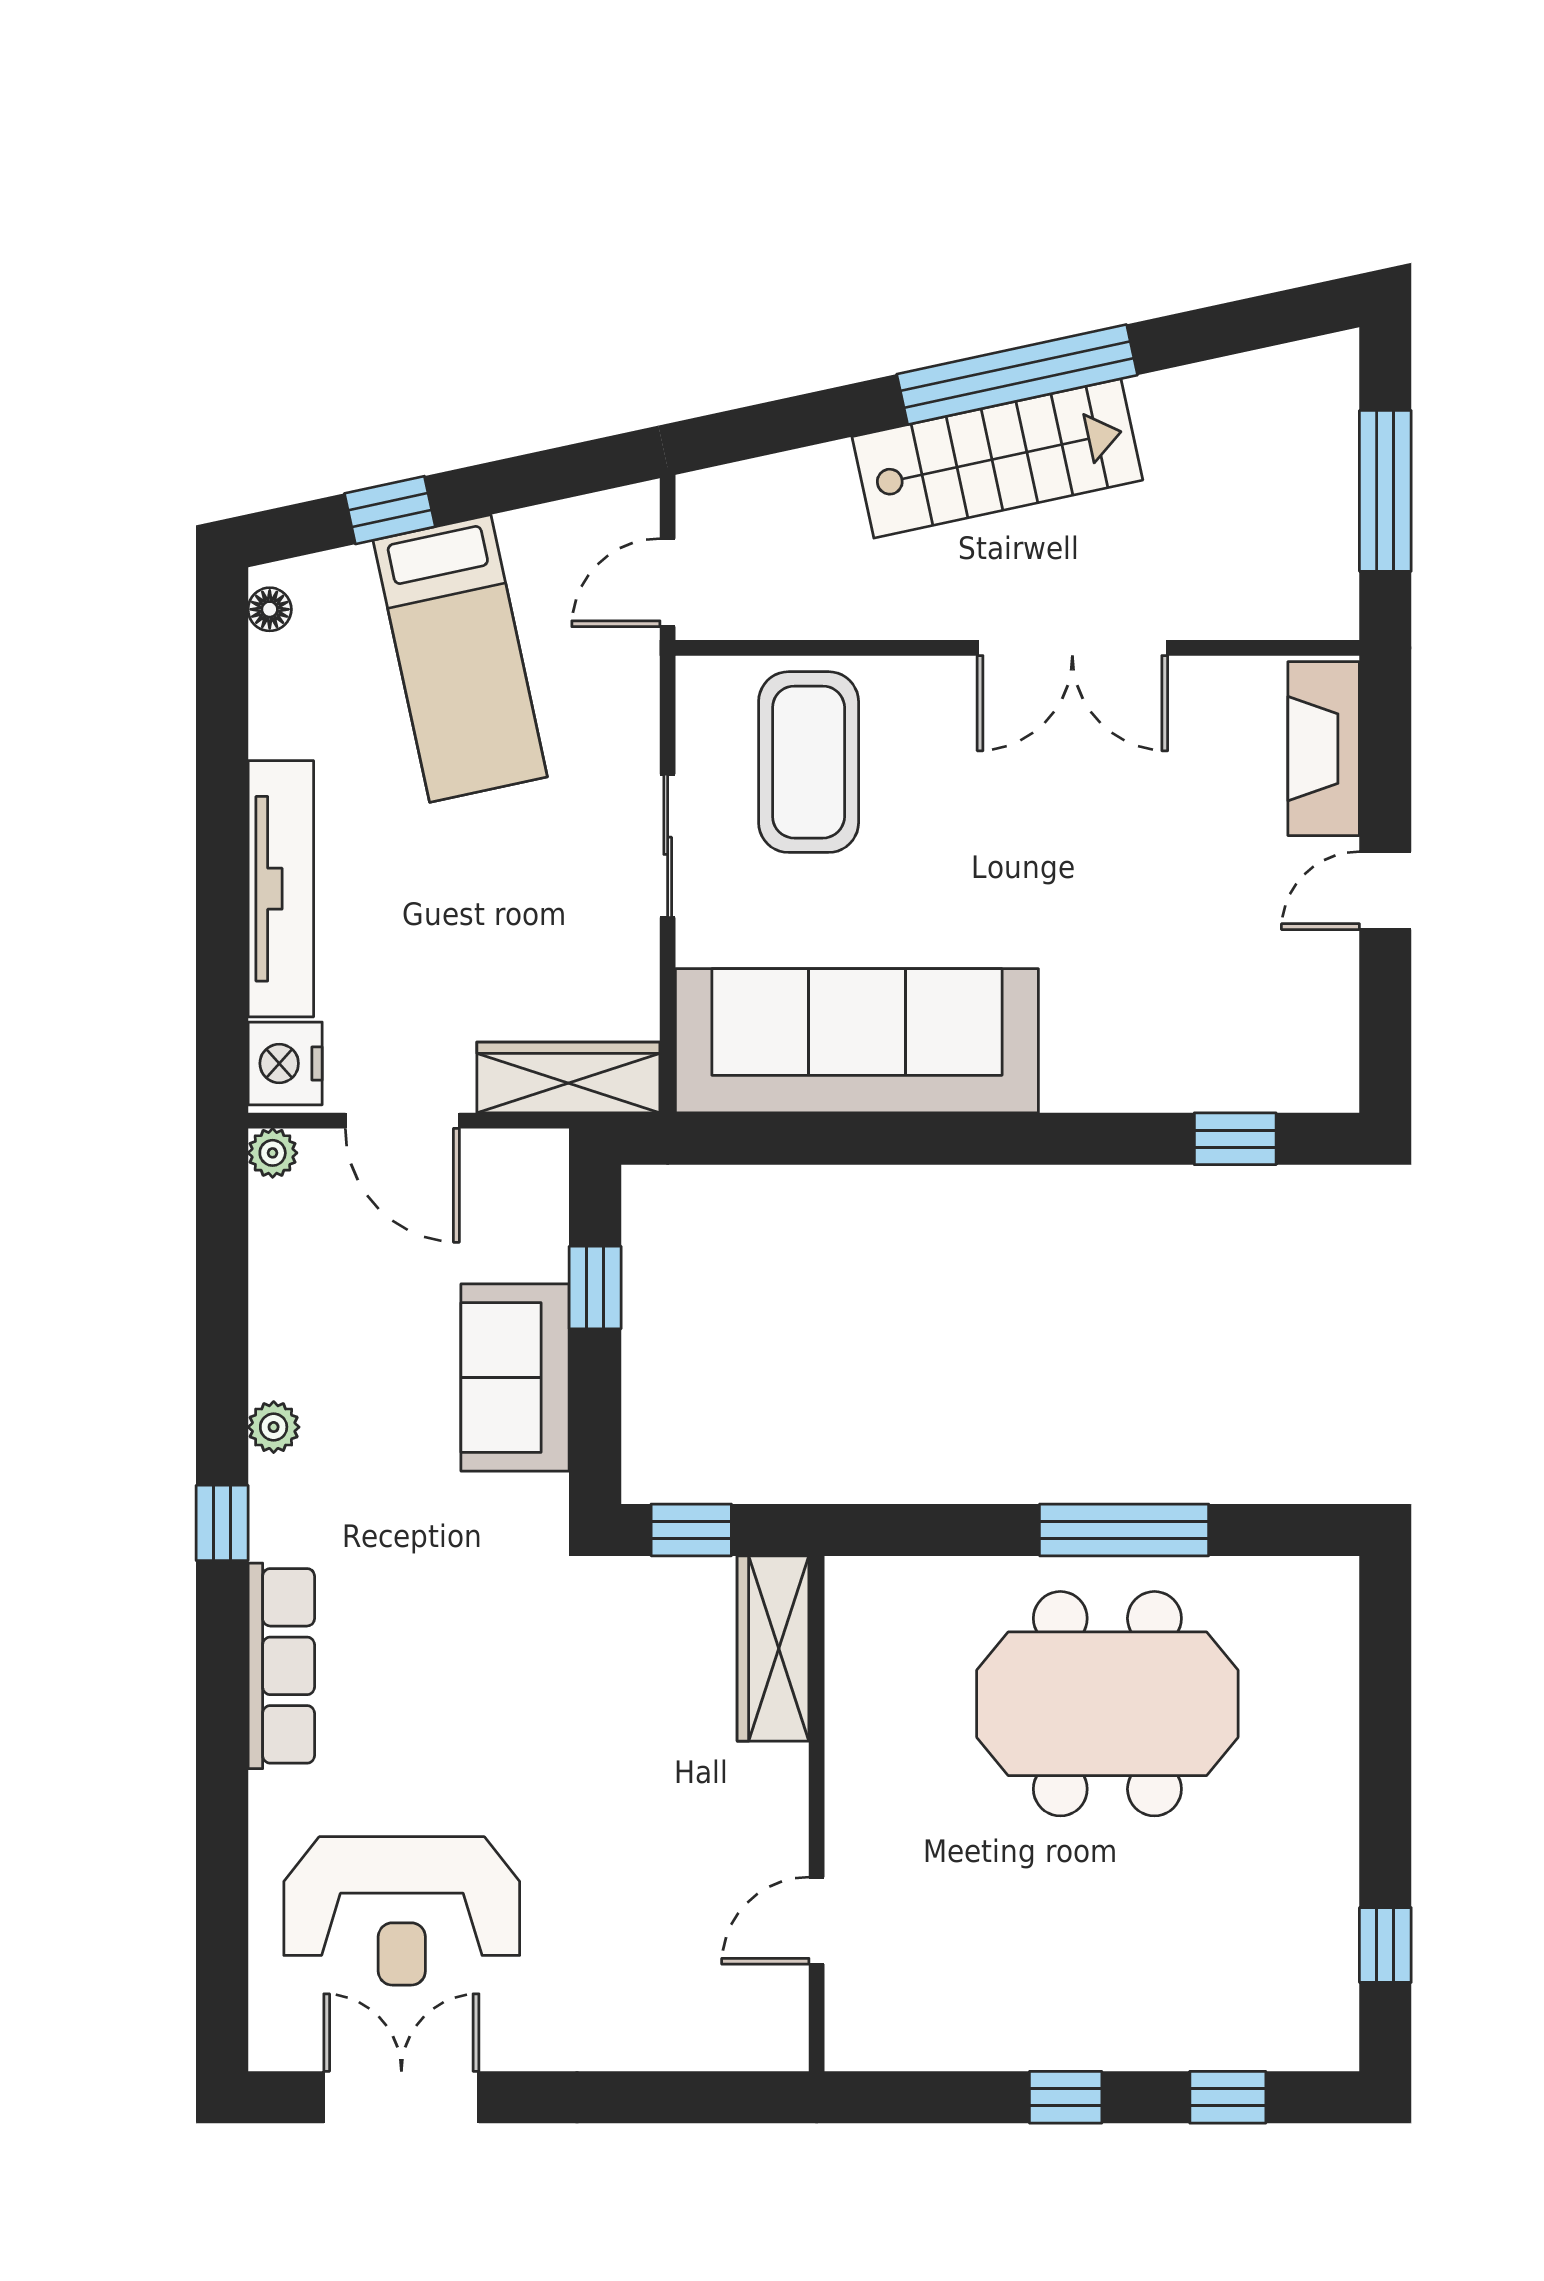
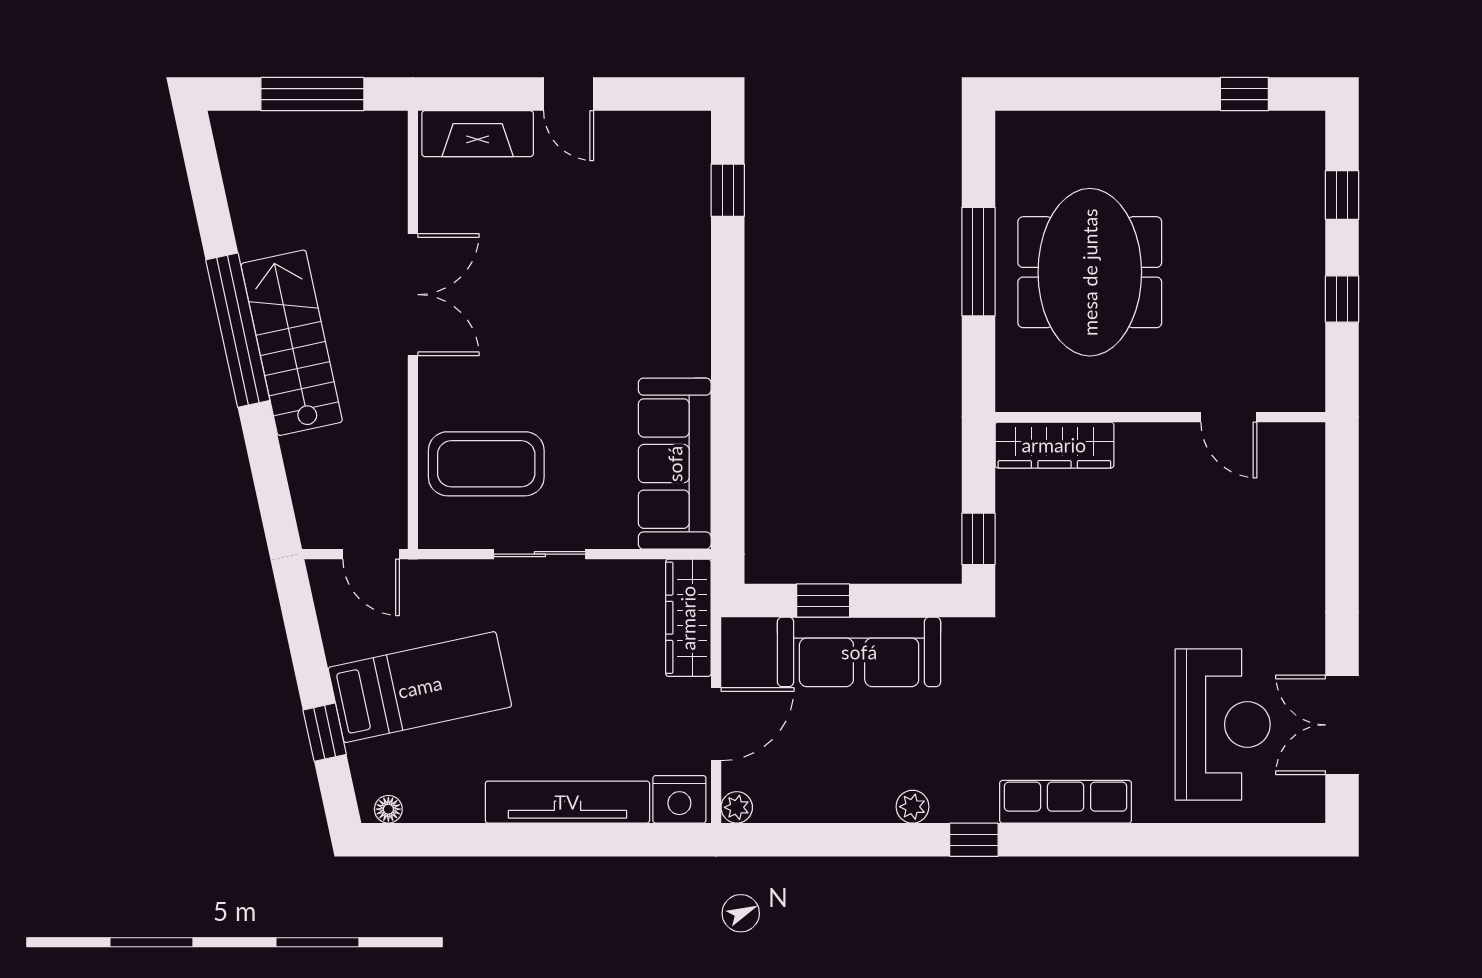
sofa: (857, 1041) -> (675, 464), width x0.74, depth x0.79
sofa: (515, 1377) -> (859, 652), width x1.36
wardrobe: (773, 1649) -> (1054, 445), moved
wall: (817, 1814) -> (1160, 417), moved
door: (817, 1921) -> (1229, 417), moved

